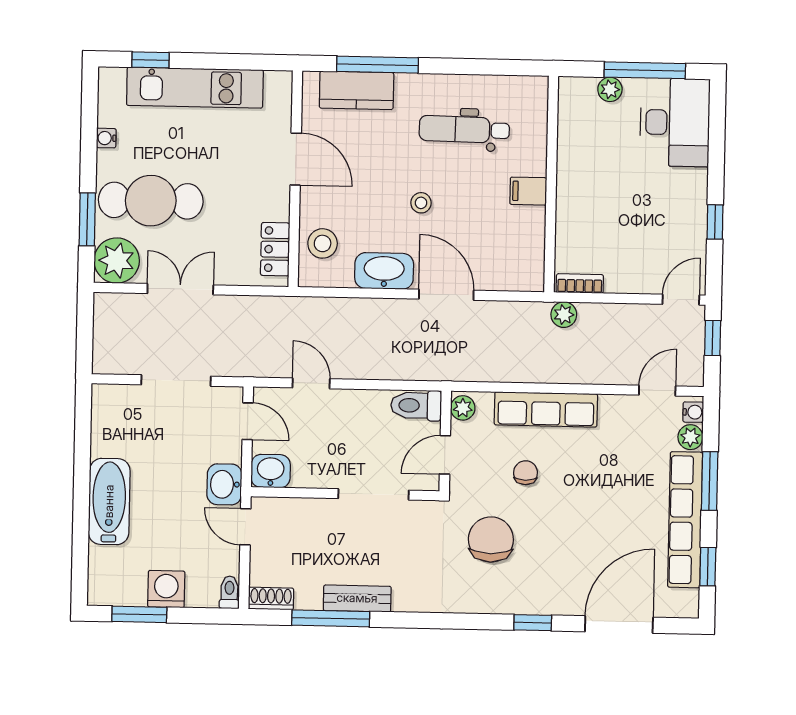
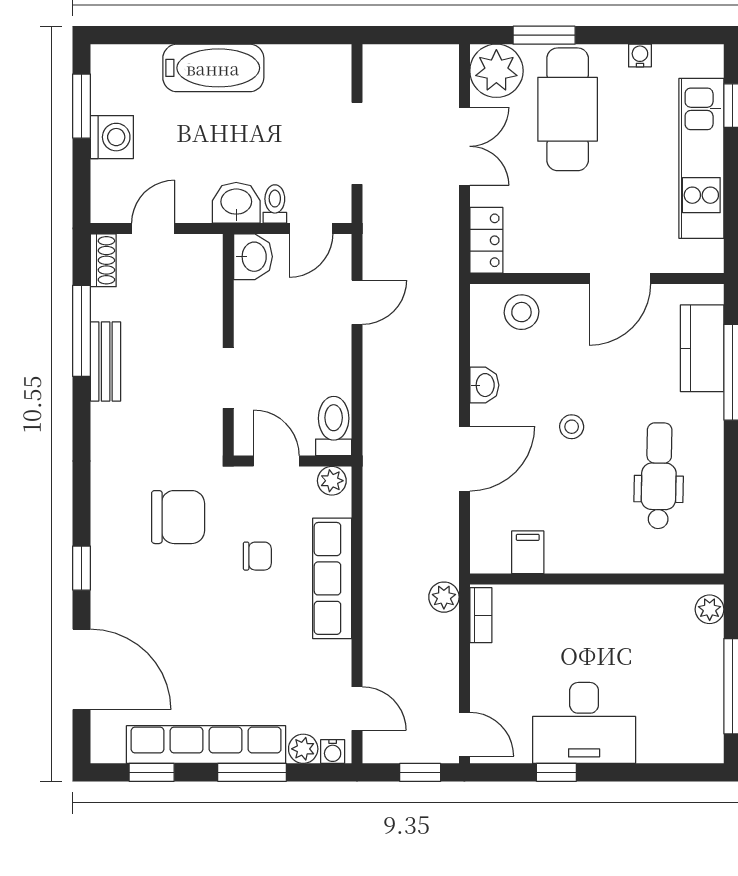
plant: (610, 89) -> (710, 609), moved
desk: (675, 122) -> (584, 723), moved
filing cabinet: (528, 191) -> (528, 552), moved
locker: (275, 249) -> (486, 240), moved, turned 90
washbasin: (384, 271) -> (484, 385), width x0.52, depth x0.69
doorway: (374, 494) -> (228, 378), width x0.73
door: (245, 527) -> (153, 228), moved
toilet: (229, 592) -> (275, 204), moved, turned -90

